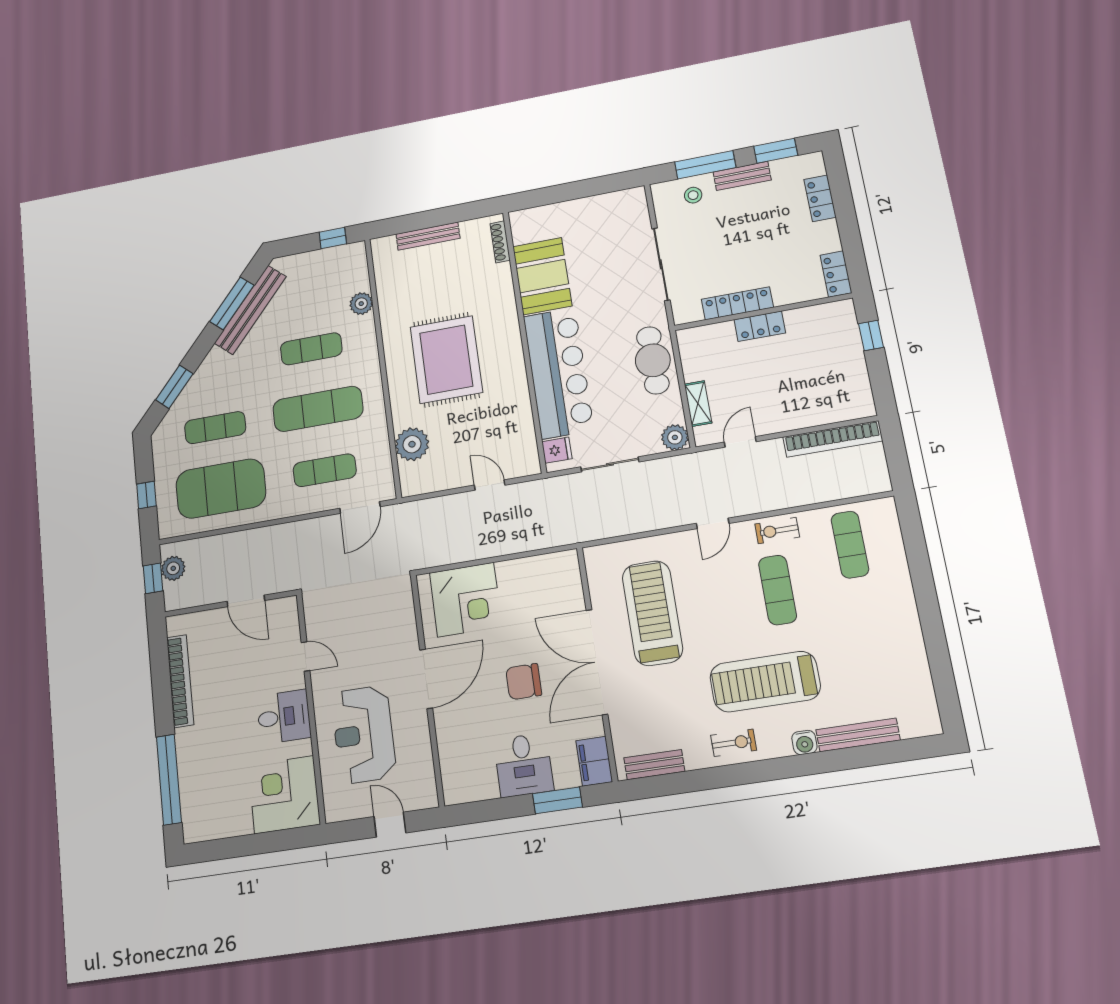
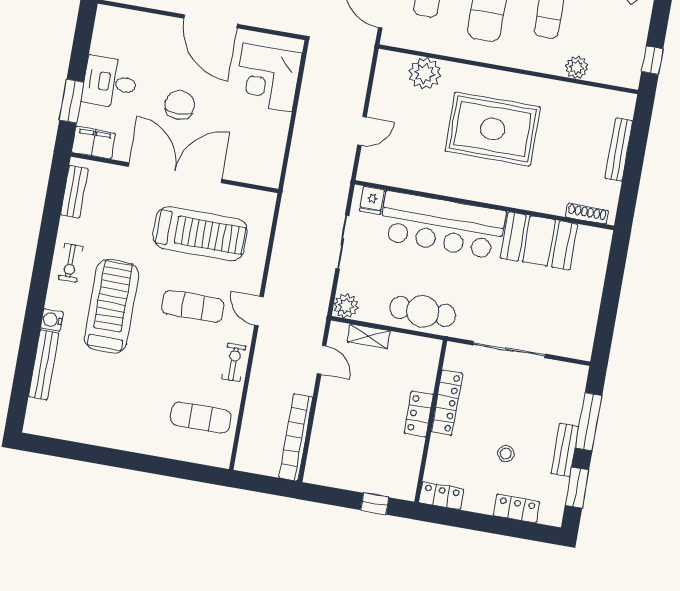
stool: (693, 195) -> (506, 454), moved
exercise mat: (778, 590) -> (193, 306), moved

